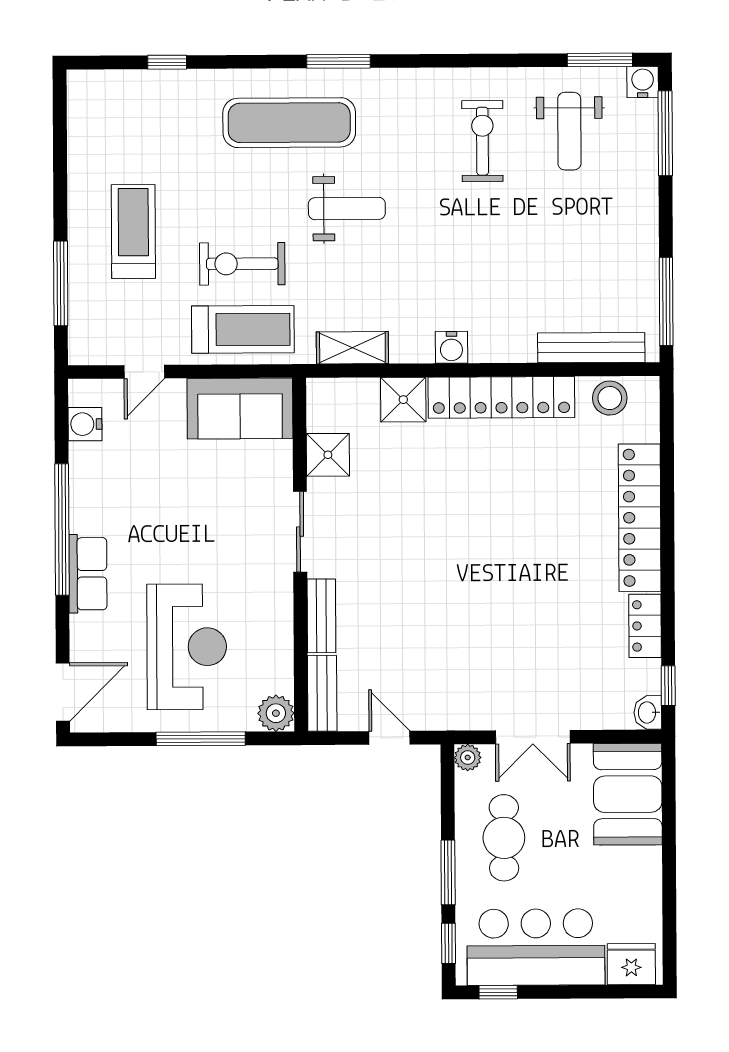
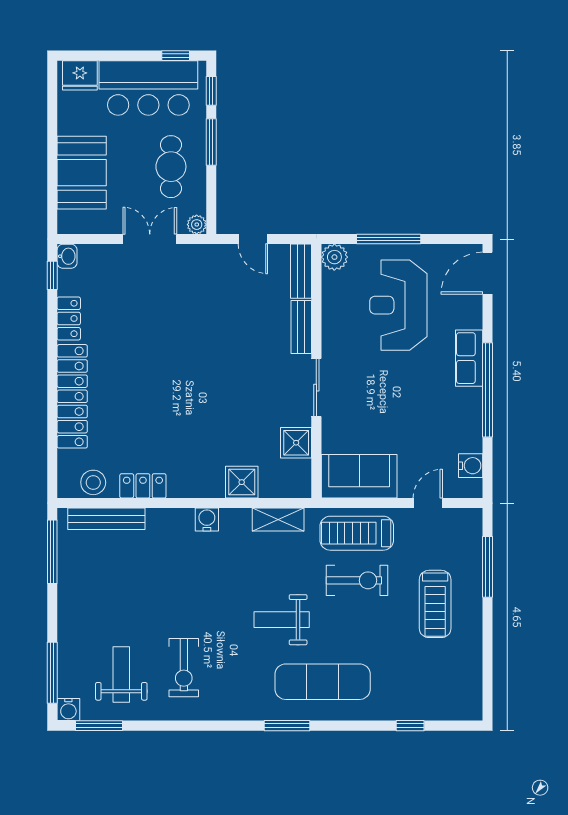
locker: (501, 397) -> (143, 486), width x0.46, depth x0.83
booth: (628, 794) -> (82, 173), moved

